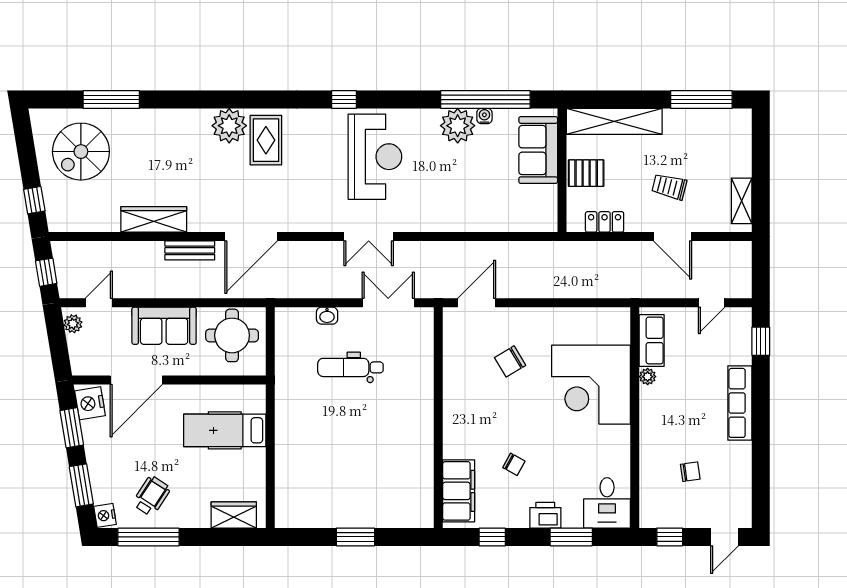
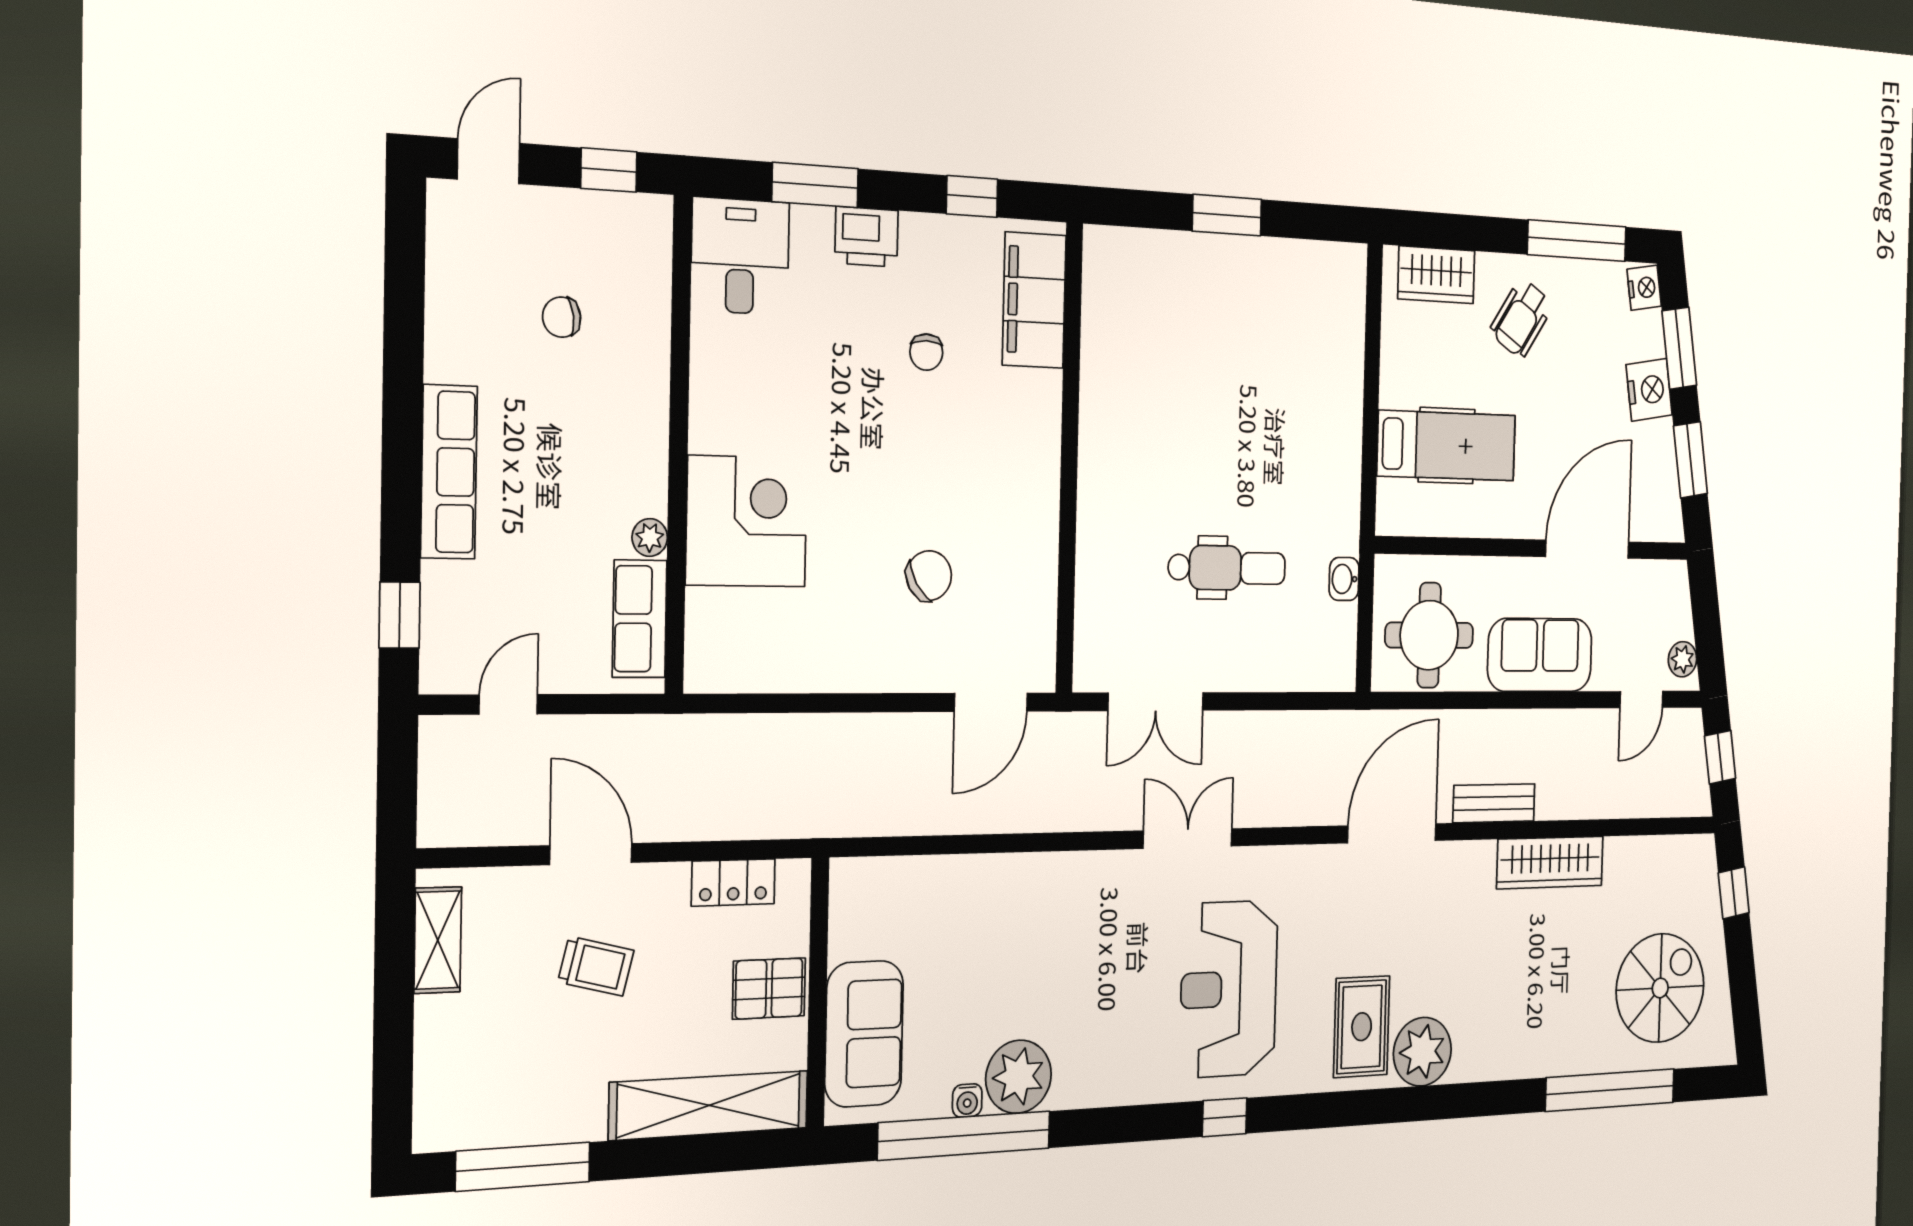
window: (111, 100) -> (1610, 1090), width x1.46
reception desk: (375, 157) -> (1229, 989), moved
washbasin: (327, 316) -> (1344, 579), moved, turned -90
corner desk: (591, 385) -> (747, 521), width x0.74, depth x0.74
nightstand: (90, 403) -> (1649, 390), moved
chair: (514, 464) -> (926, 352), turned -119
wheelchair: (151, 496) -> (1521, 318), moved

